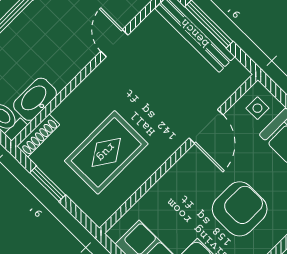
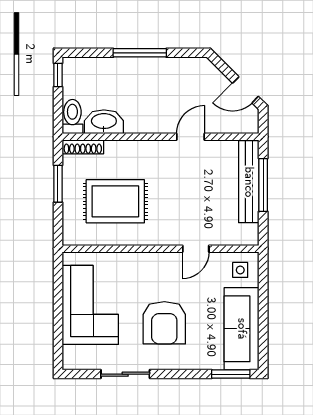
door: (206, 126) -> (196, 249), width x0.73
armchair: (240, 209) -> (164, 323), turned 90

